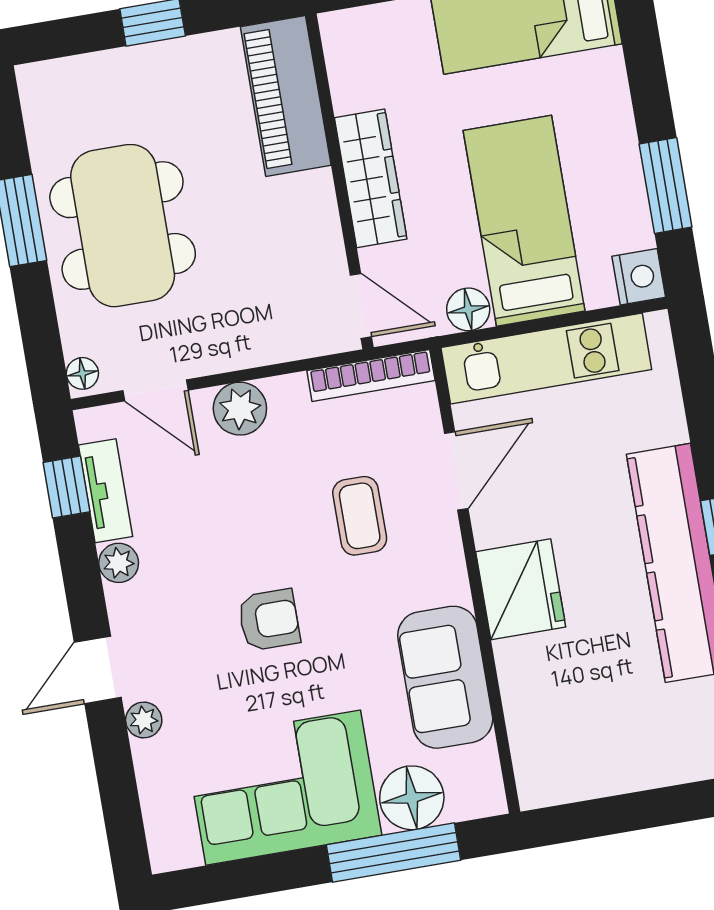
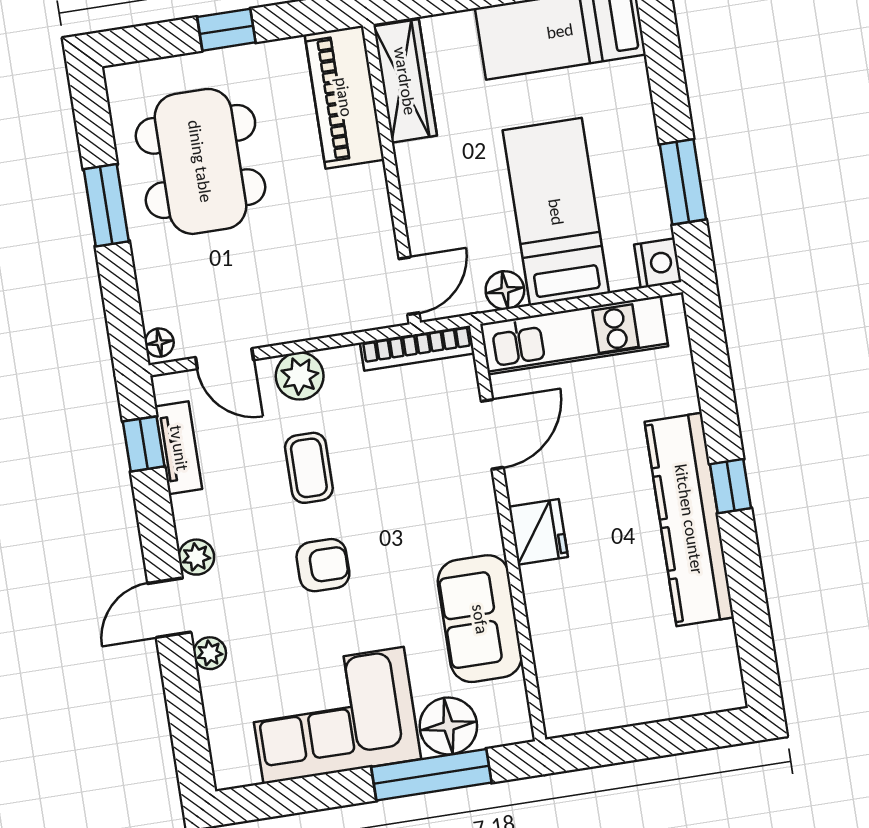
wardrobe: (371, 178) -> (405, 81), moved
dining table: (123, 226) -> (200, 161), moved
door: (361, 306) -> (409, 286), hinge flipped
coffee table: (360, 516) -> (309, 468), moved
plant: (119, 563) -> (196, 557), moved
fridge: (521, 589) -> (538, 532), width x0.73, depth x0.75

